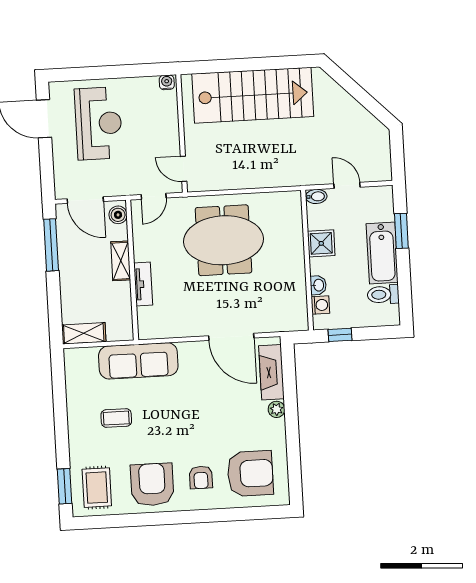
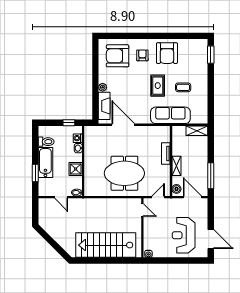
rug: (97, 488) -> (158, 86), moved

